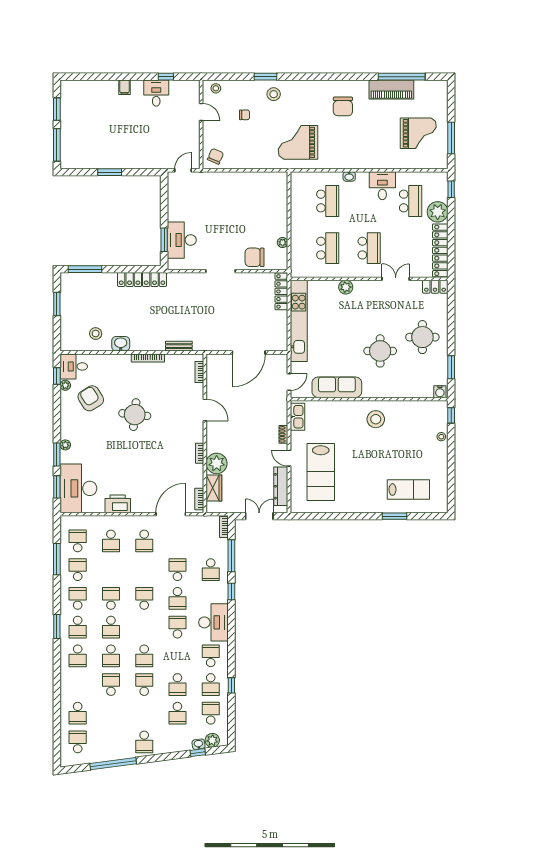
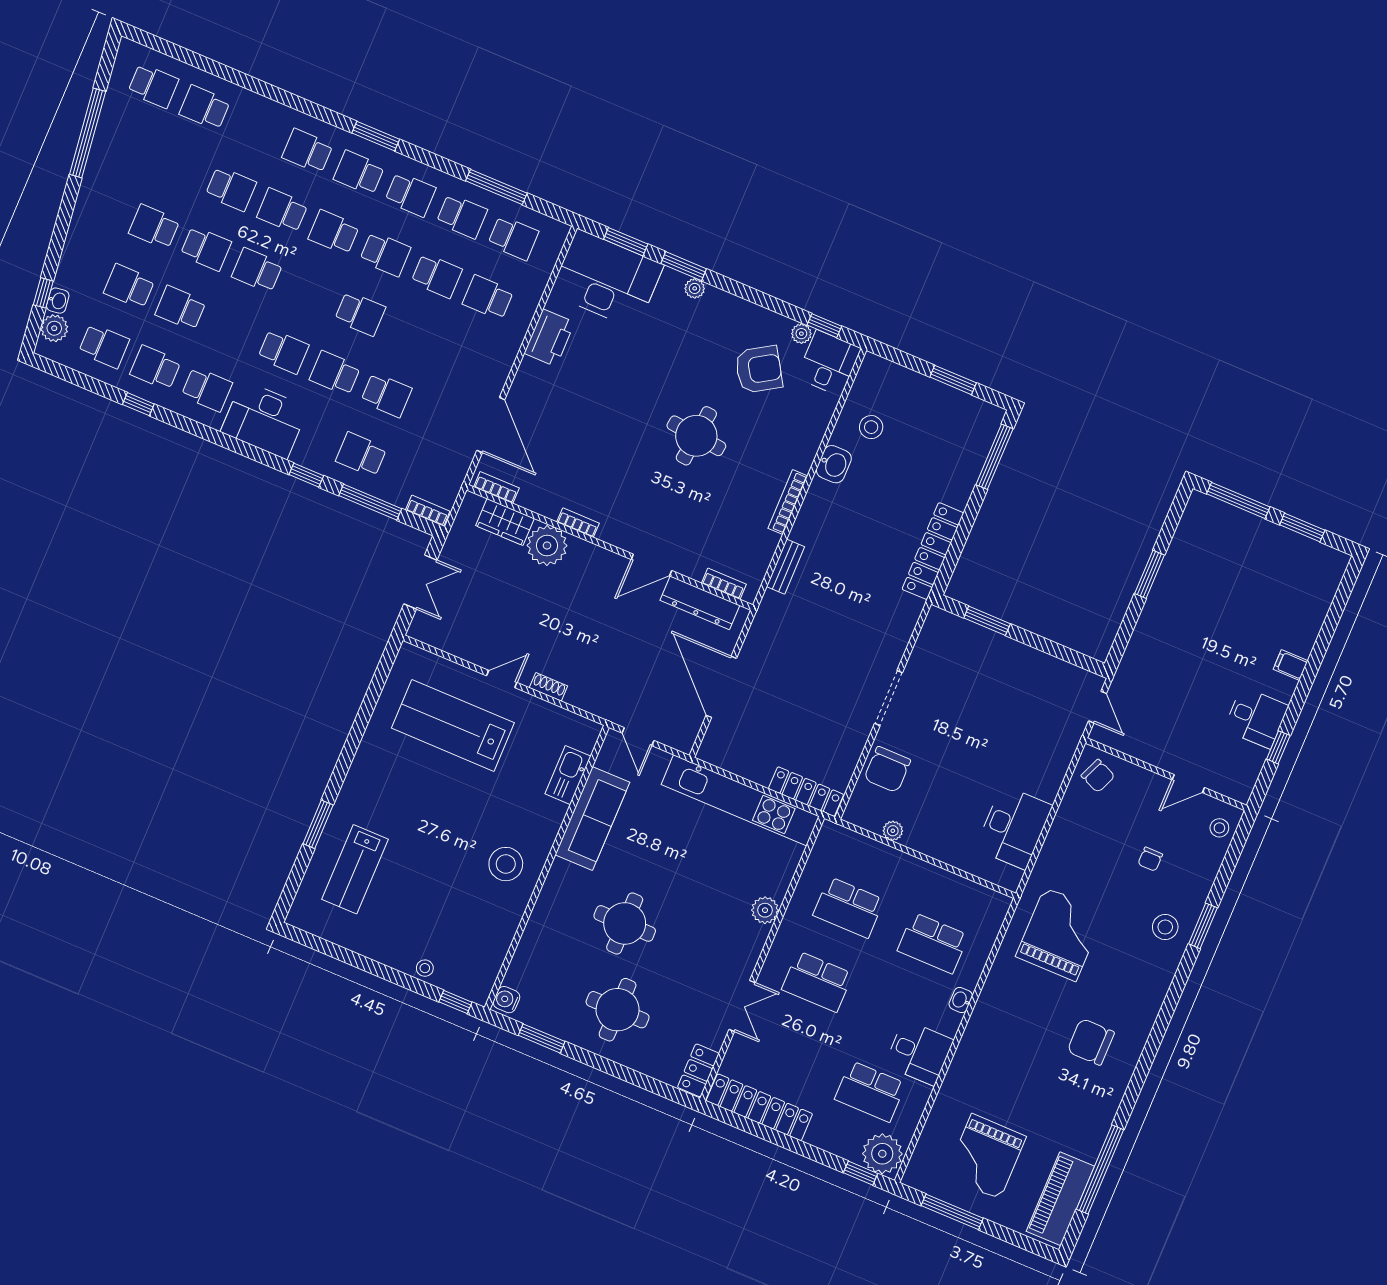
piano: (391, 89) -> (1060, 1199), moved
plant: (438, 212) -> (882, 1154), moved
desk: (182, 240) -> (1014, 827), moved, turned 90
chair: (255, 257) -> (887, 769), turned 180
kitchen sink: (297, 417) -> (568, 775), moved, turned 90
dresser: (281, 486) -> (700, 603), moved, turned 180
school desk: (144, 541) -> (437, 276), moved, turned 180
school desk: (144, 742) -> (154, 227), moved

